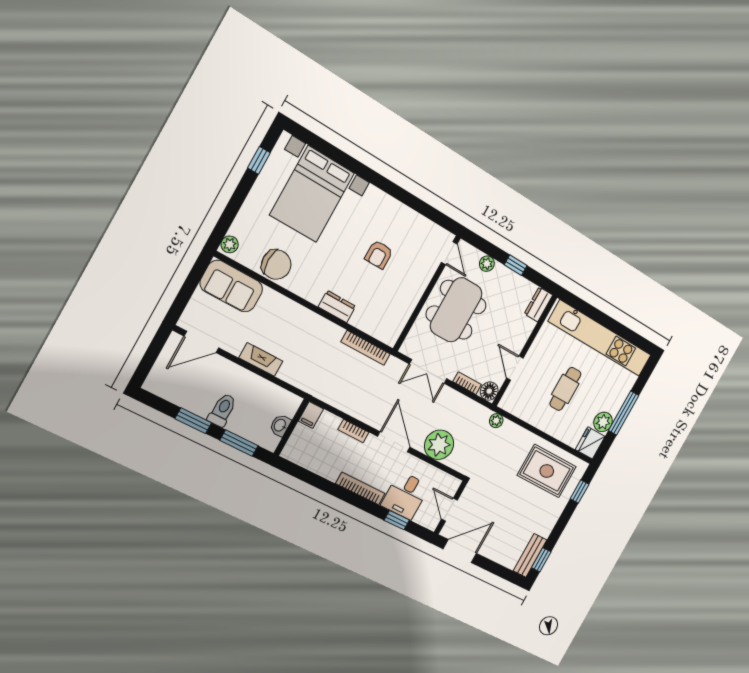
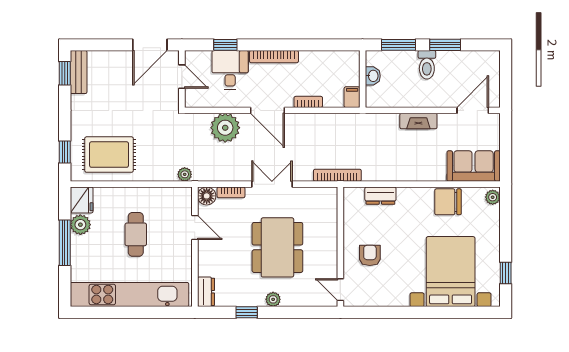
door: (449, 253) -> (340, 290), moved
wall: (427, 293) -> (340, 247), moved

